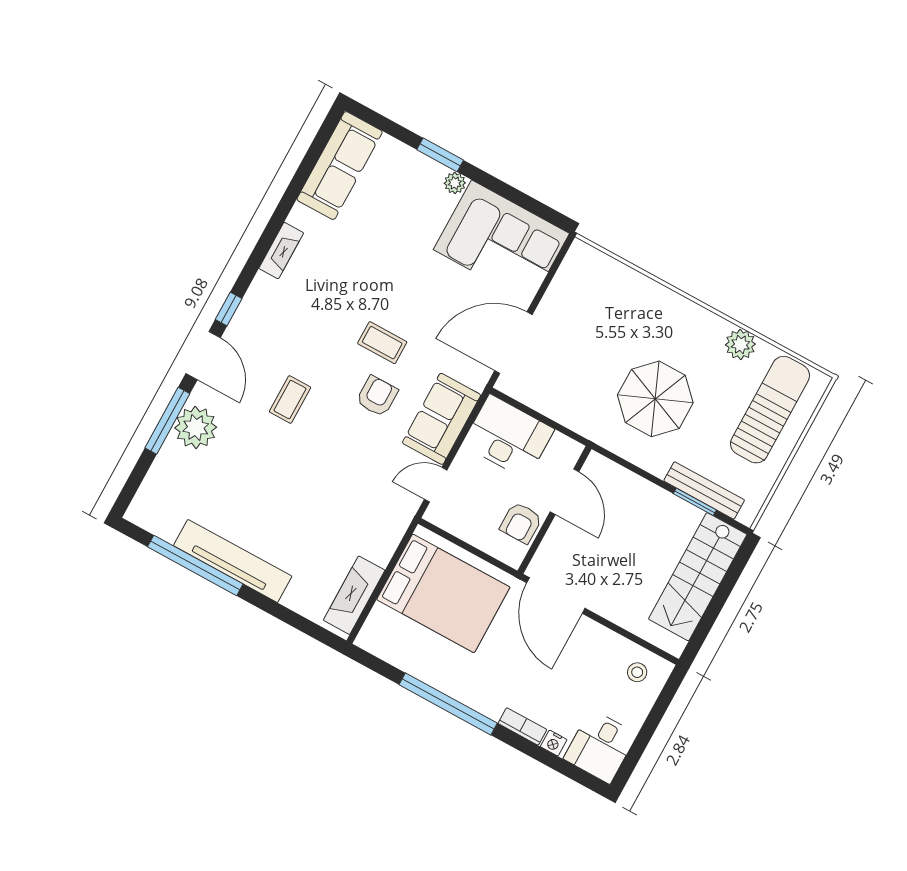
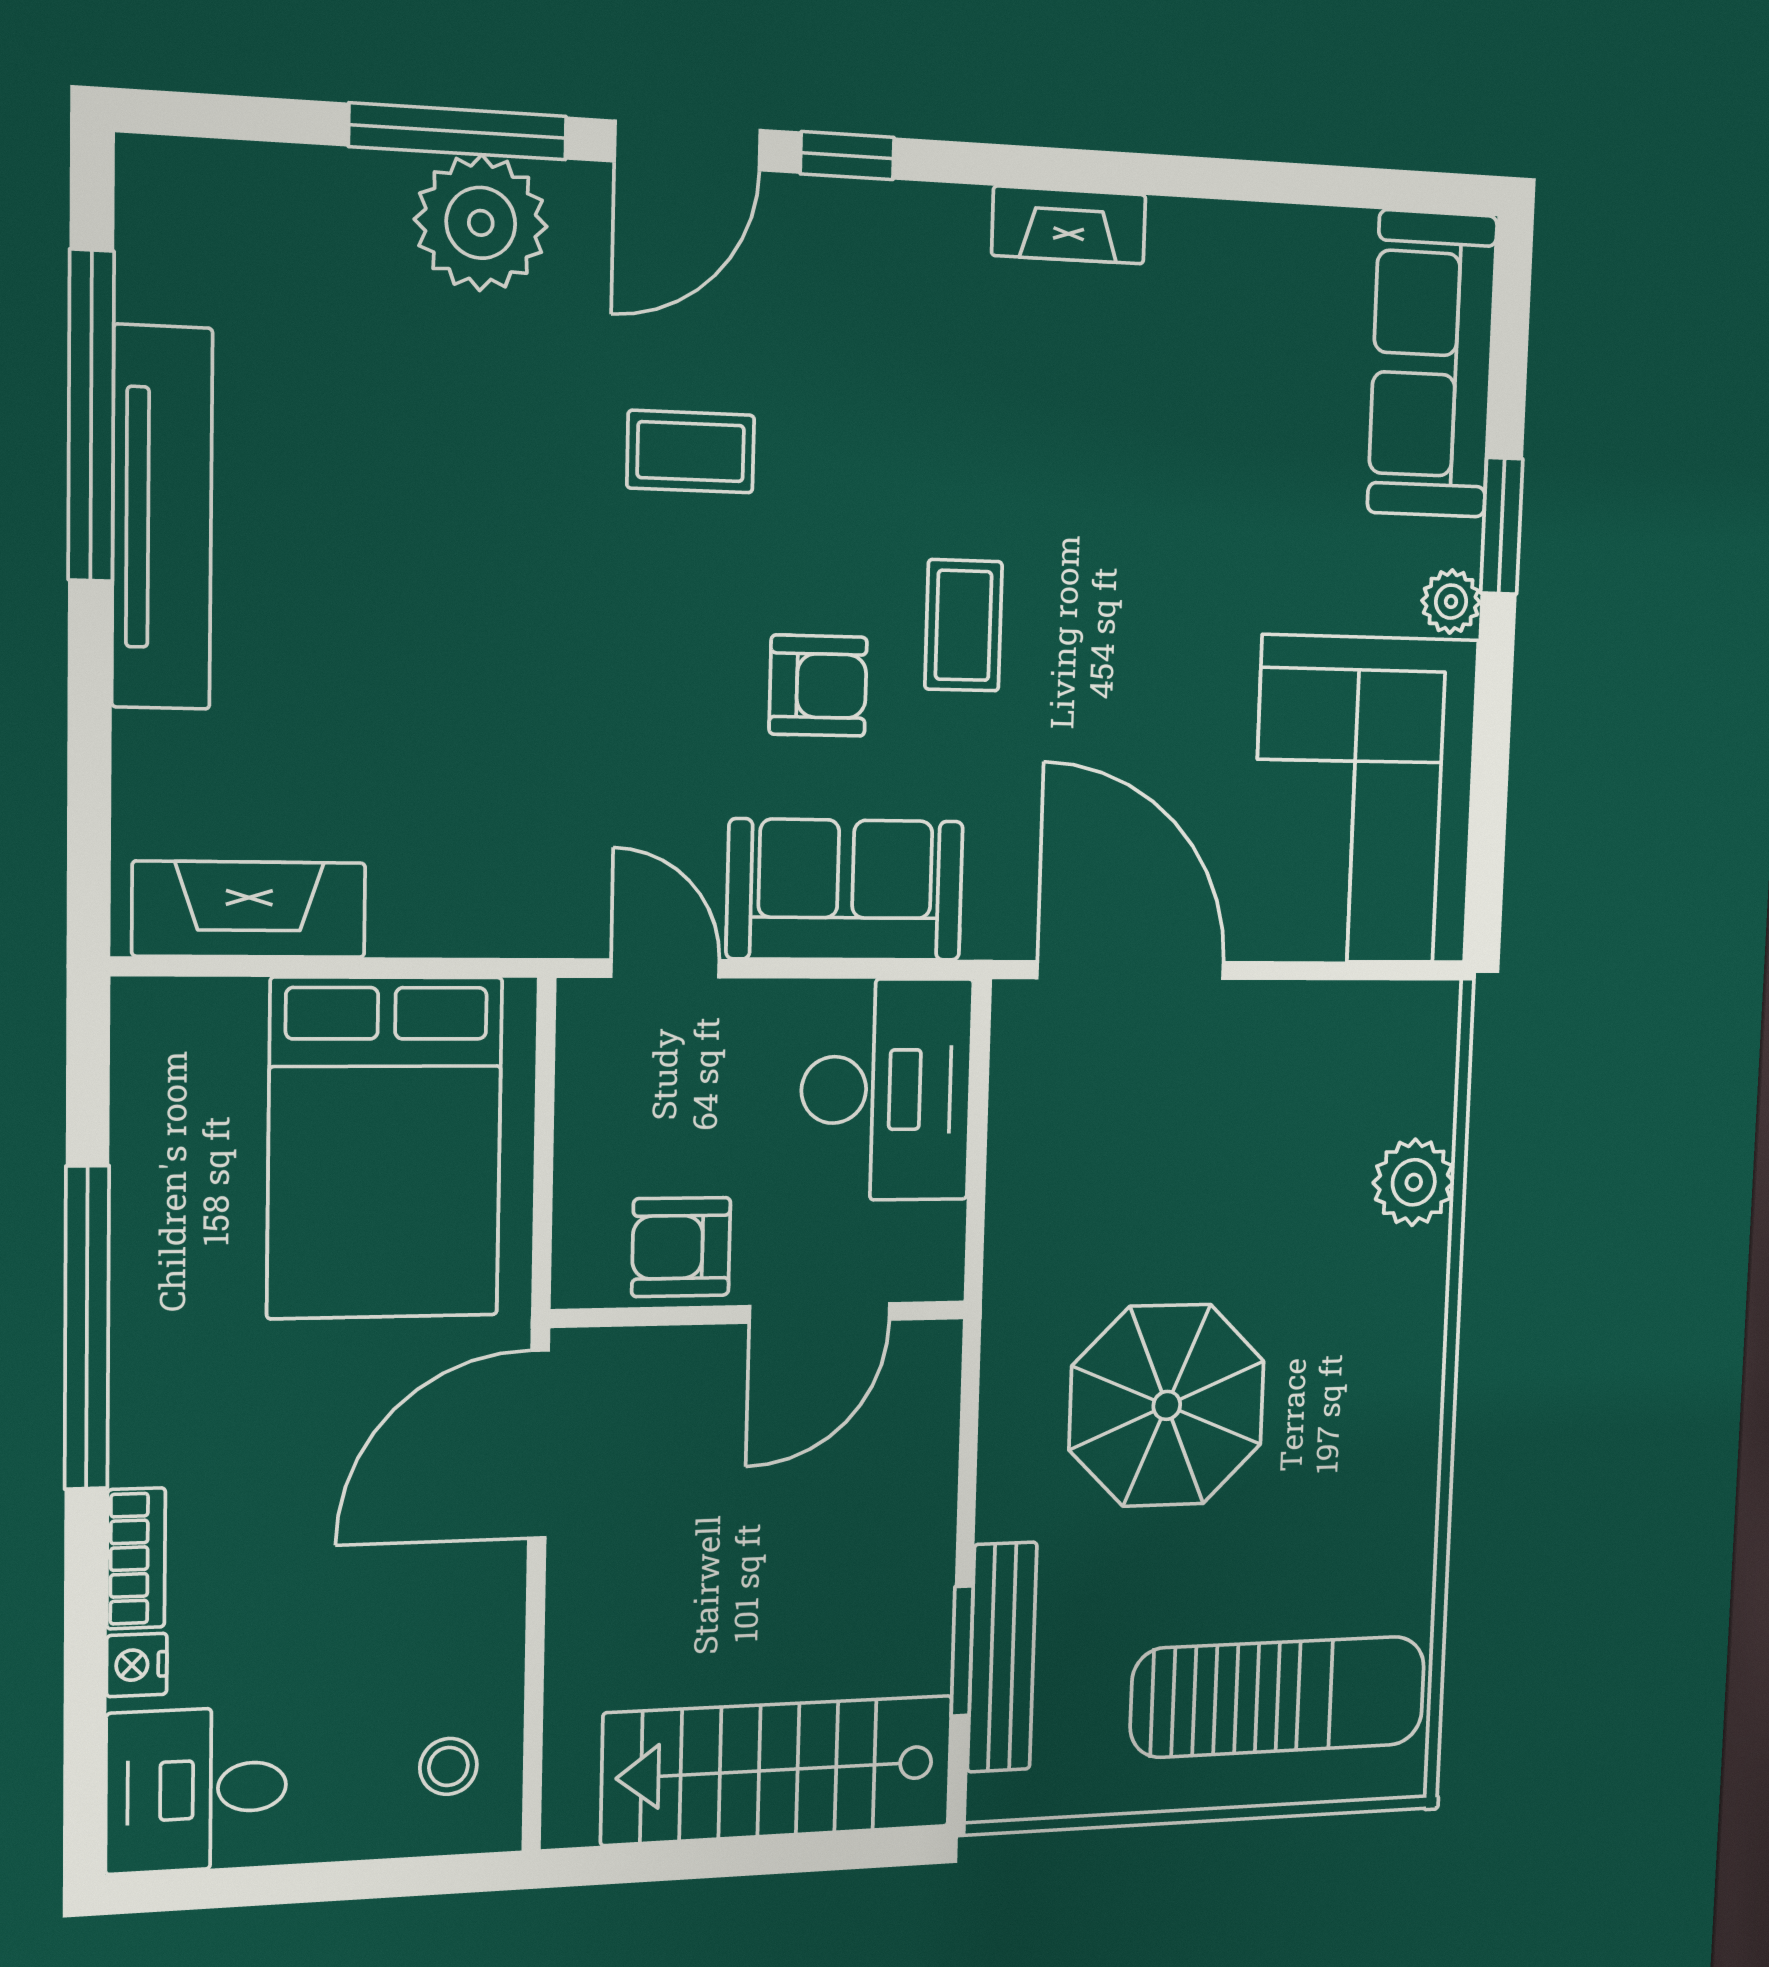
sofa: (340, 166) -> (1432, 364), moved, turned 90
plant: (740, 344) -> (1414, 1182), moved

